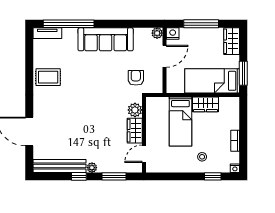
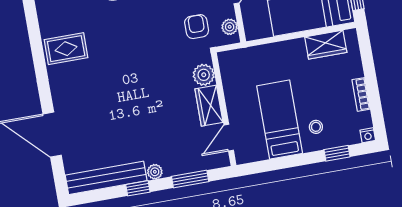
plant: (157, 82) -> (230, 27), added
wardrobe: (205, 104) -> (326, 45), moved
bed: (180, 122) -> (280, 120), moved, turned 180

